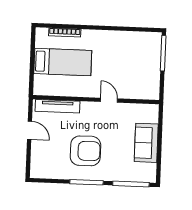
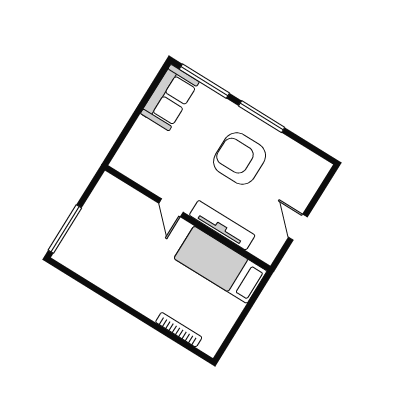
bed: (63, 62) -> (220, 265), moved
tv unit: (58, 106) -> (222, 225), moved
sofa: (146, 143) -> (170, 98), moved

